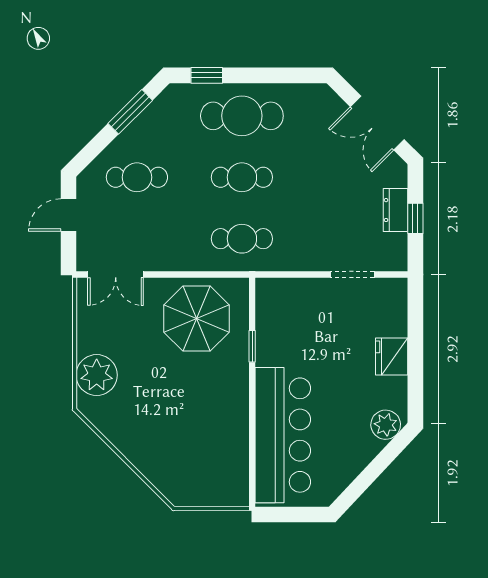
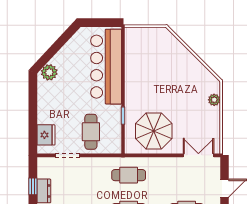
cafe table: (310, 317) -> (91, 132), added
fridge: (392, 357) -> (46, 135), moved
plant: (97, 375) -> (214, 100), width x0.53, depth x0.53

